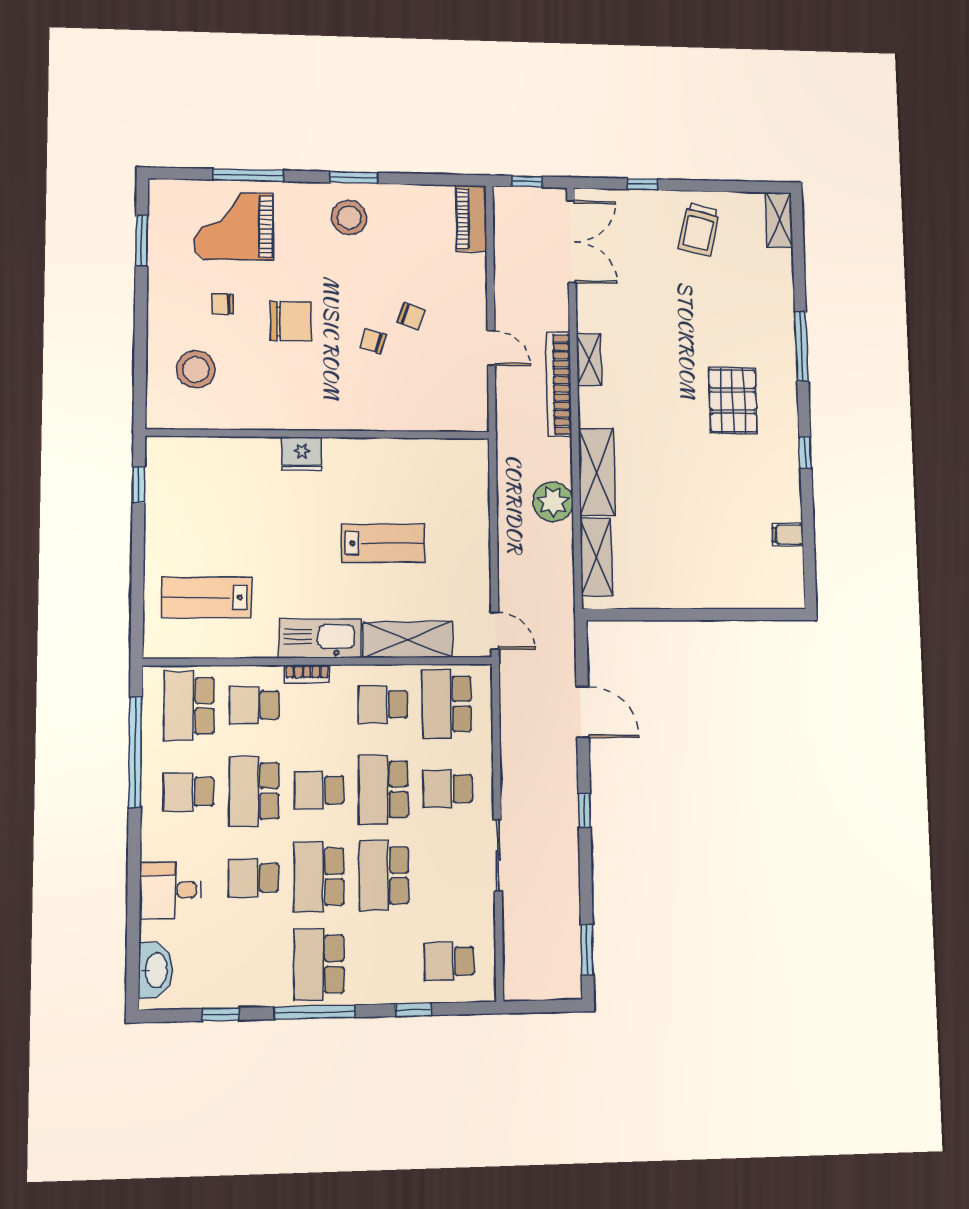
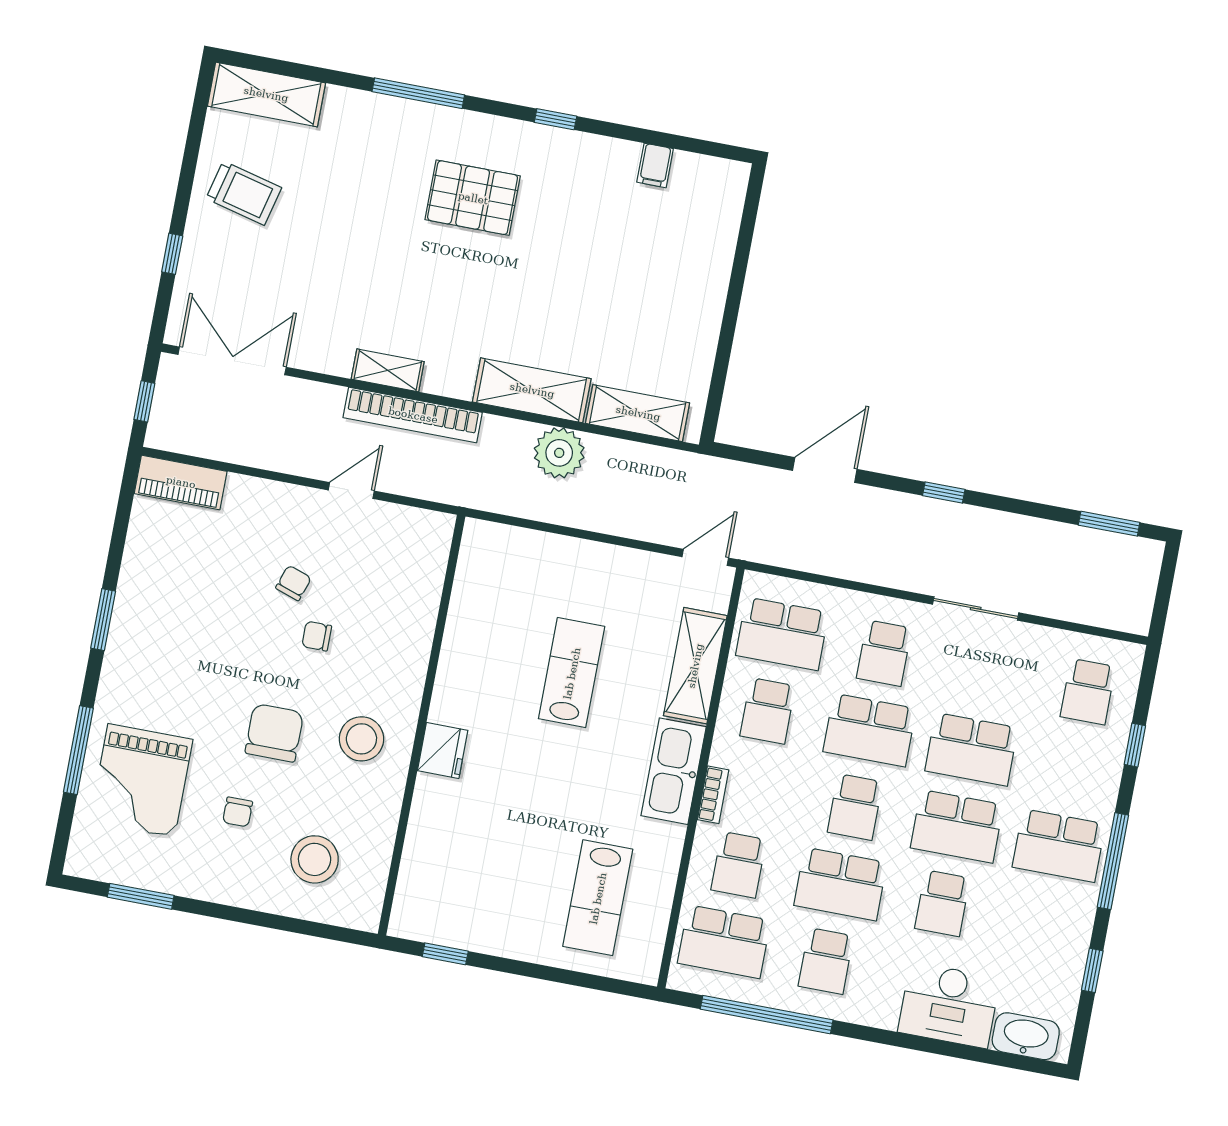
stool: (349, 217) -> (361, 739), moved
shelving: (779, 220) -> (266, 94), width x1.50, depth x1.33
chair: (373, 341) -> (317, 636), turned 74
desk: (170, 890) -> (949, 1005), width x1.37

